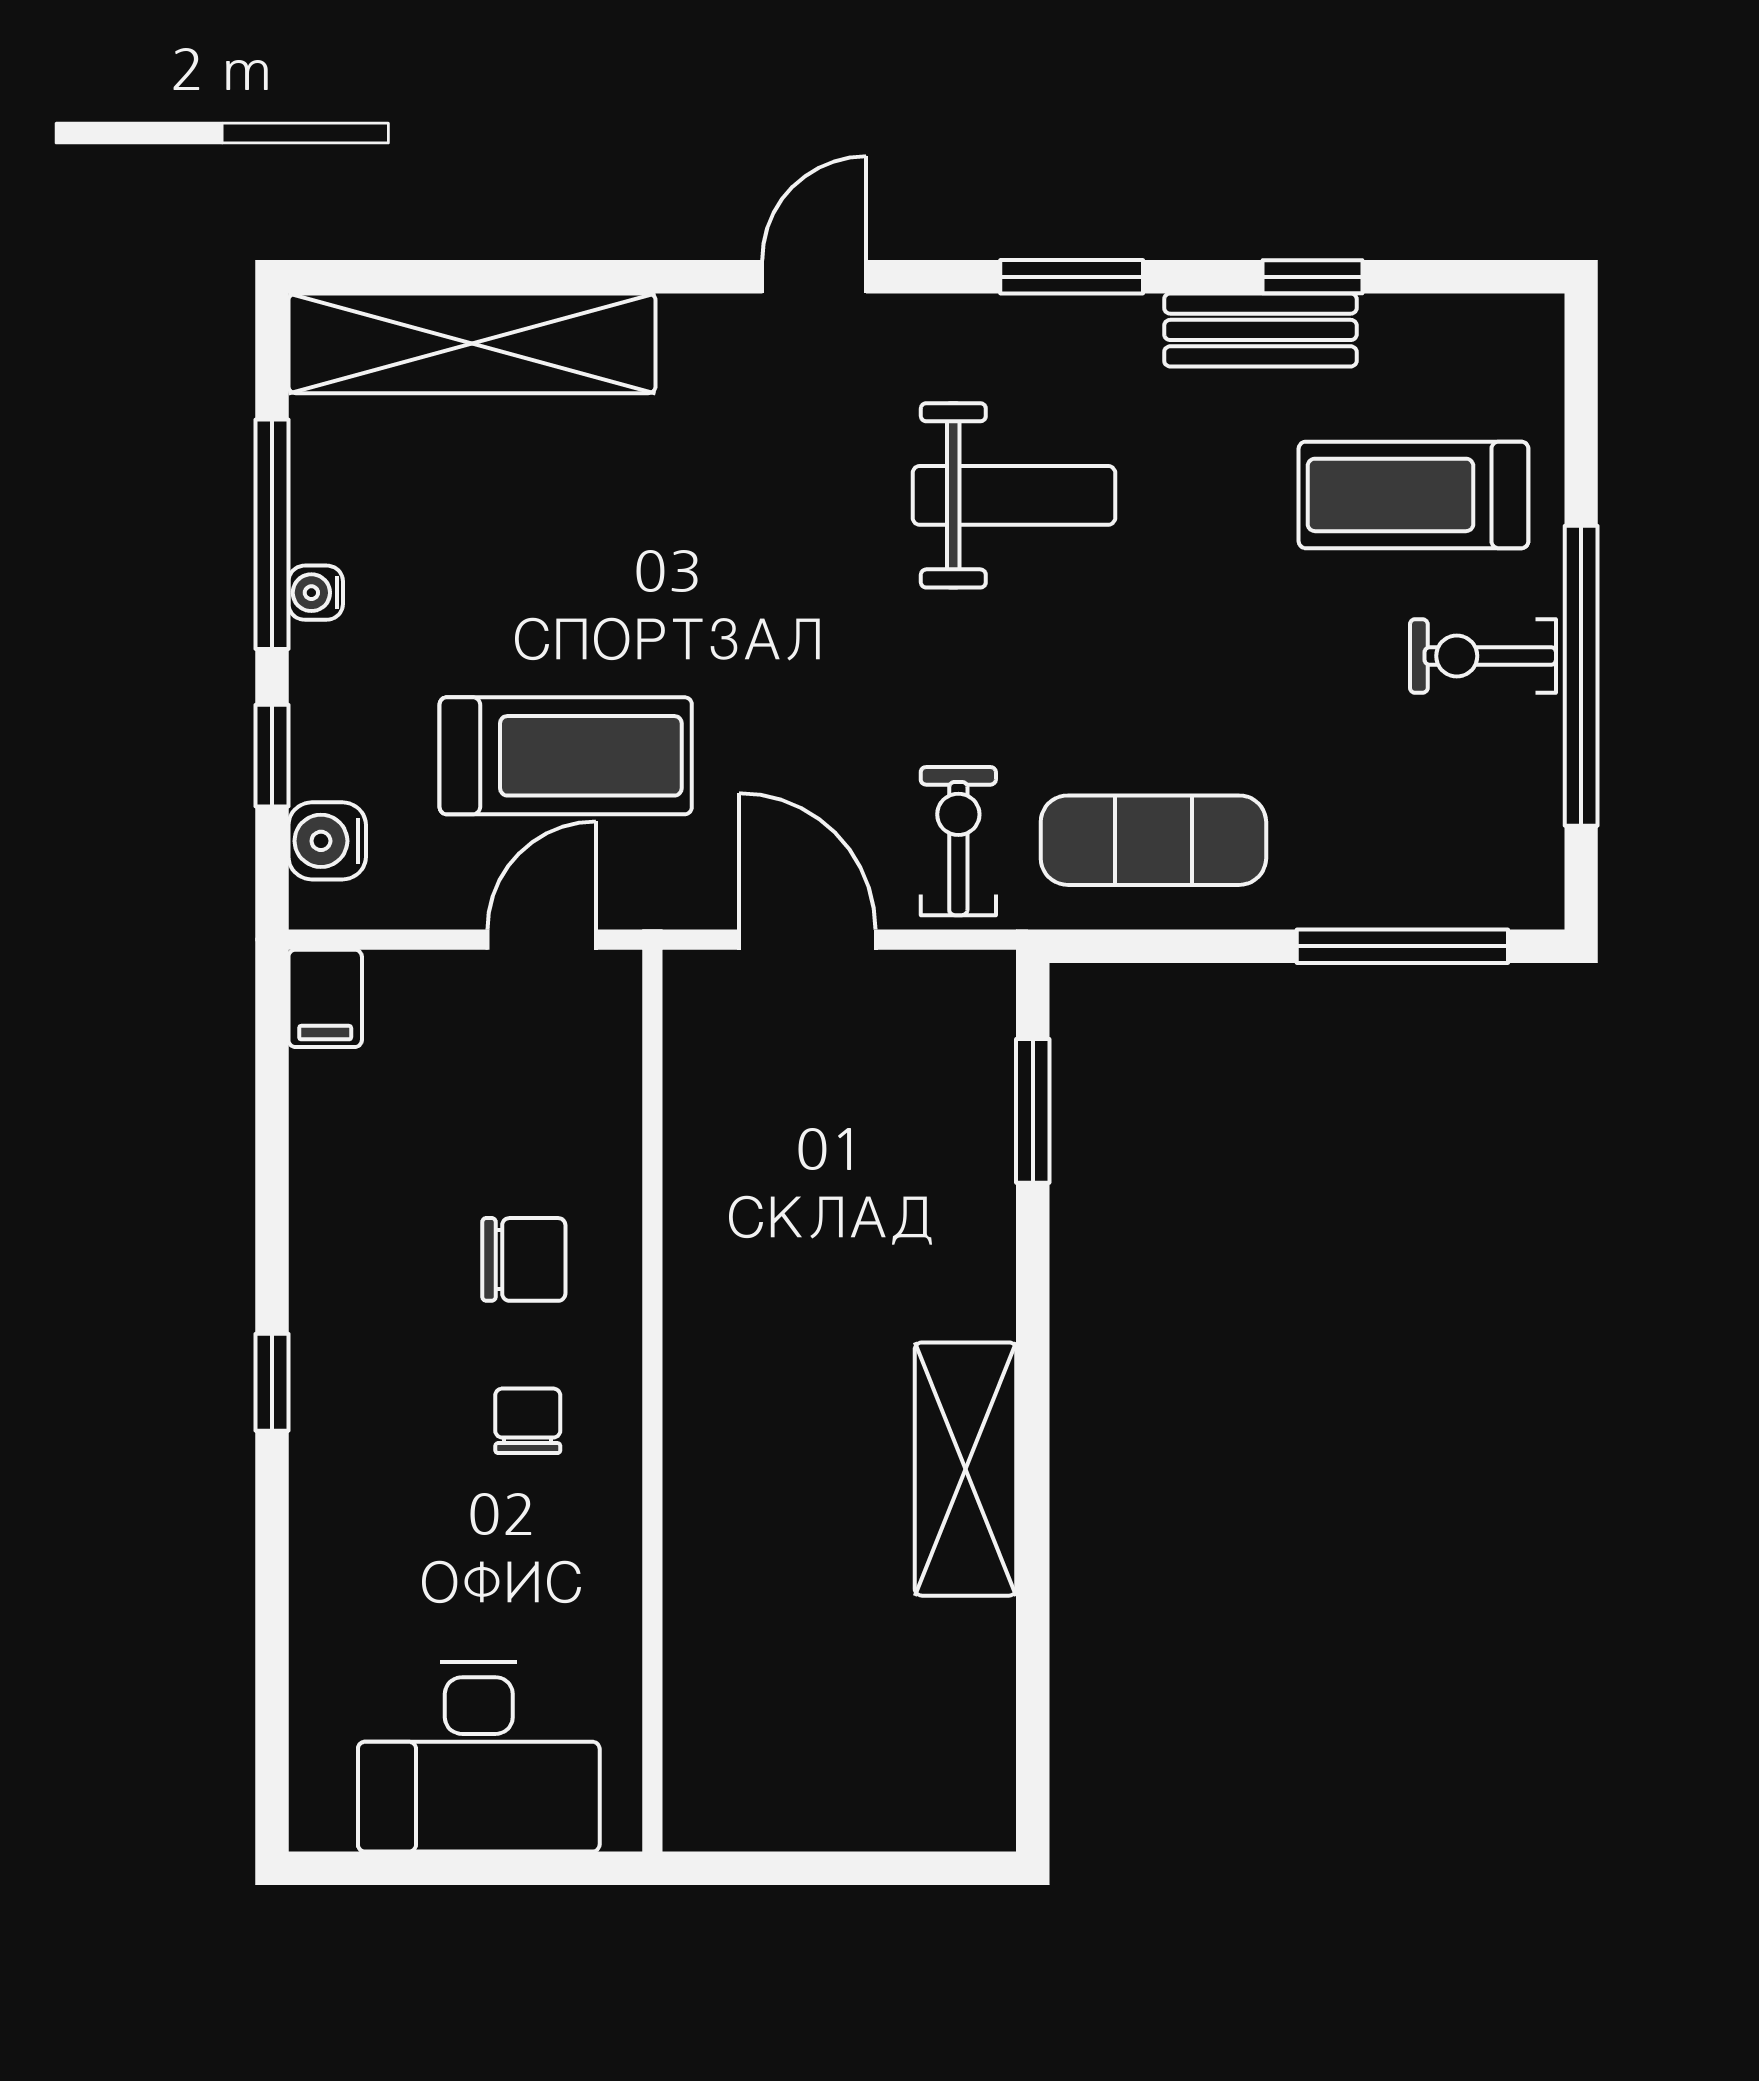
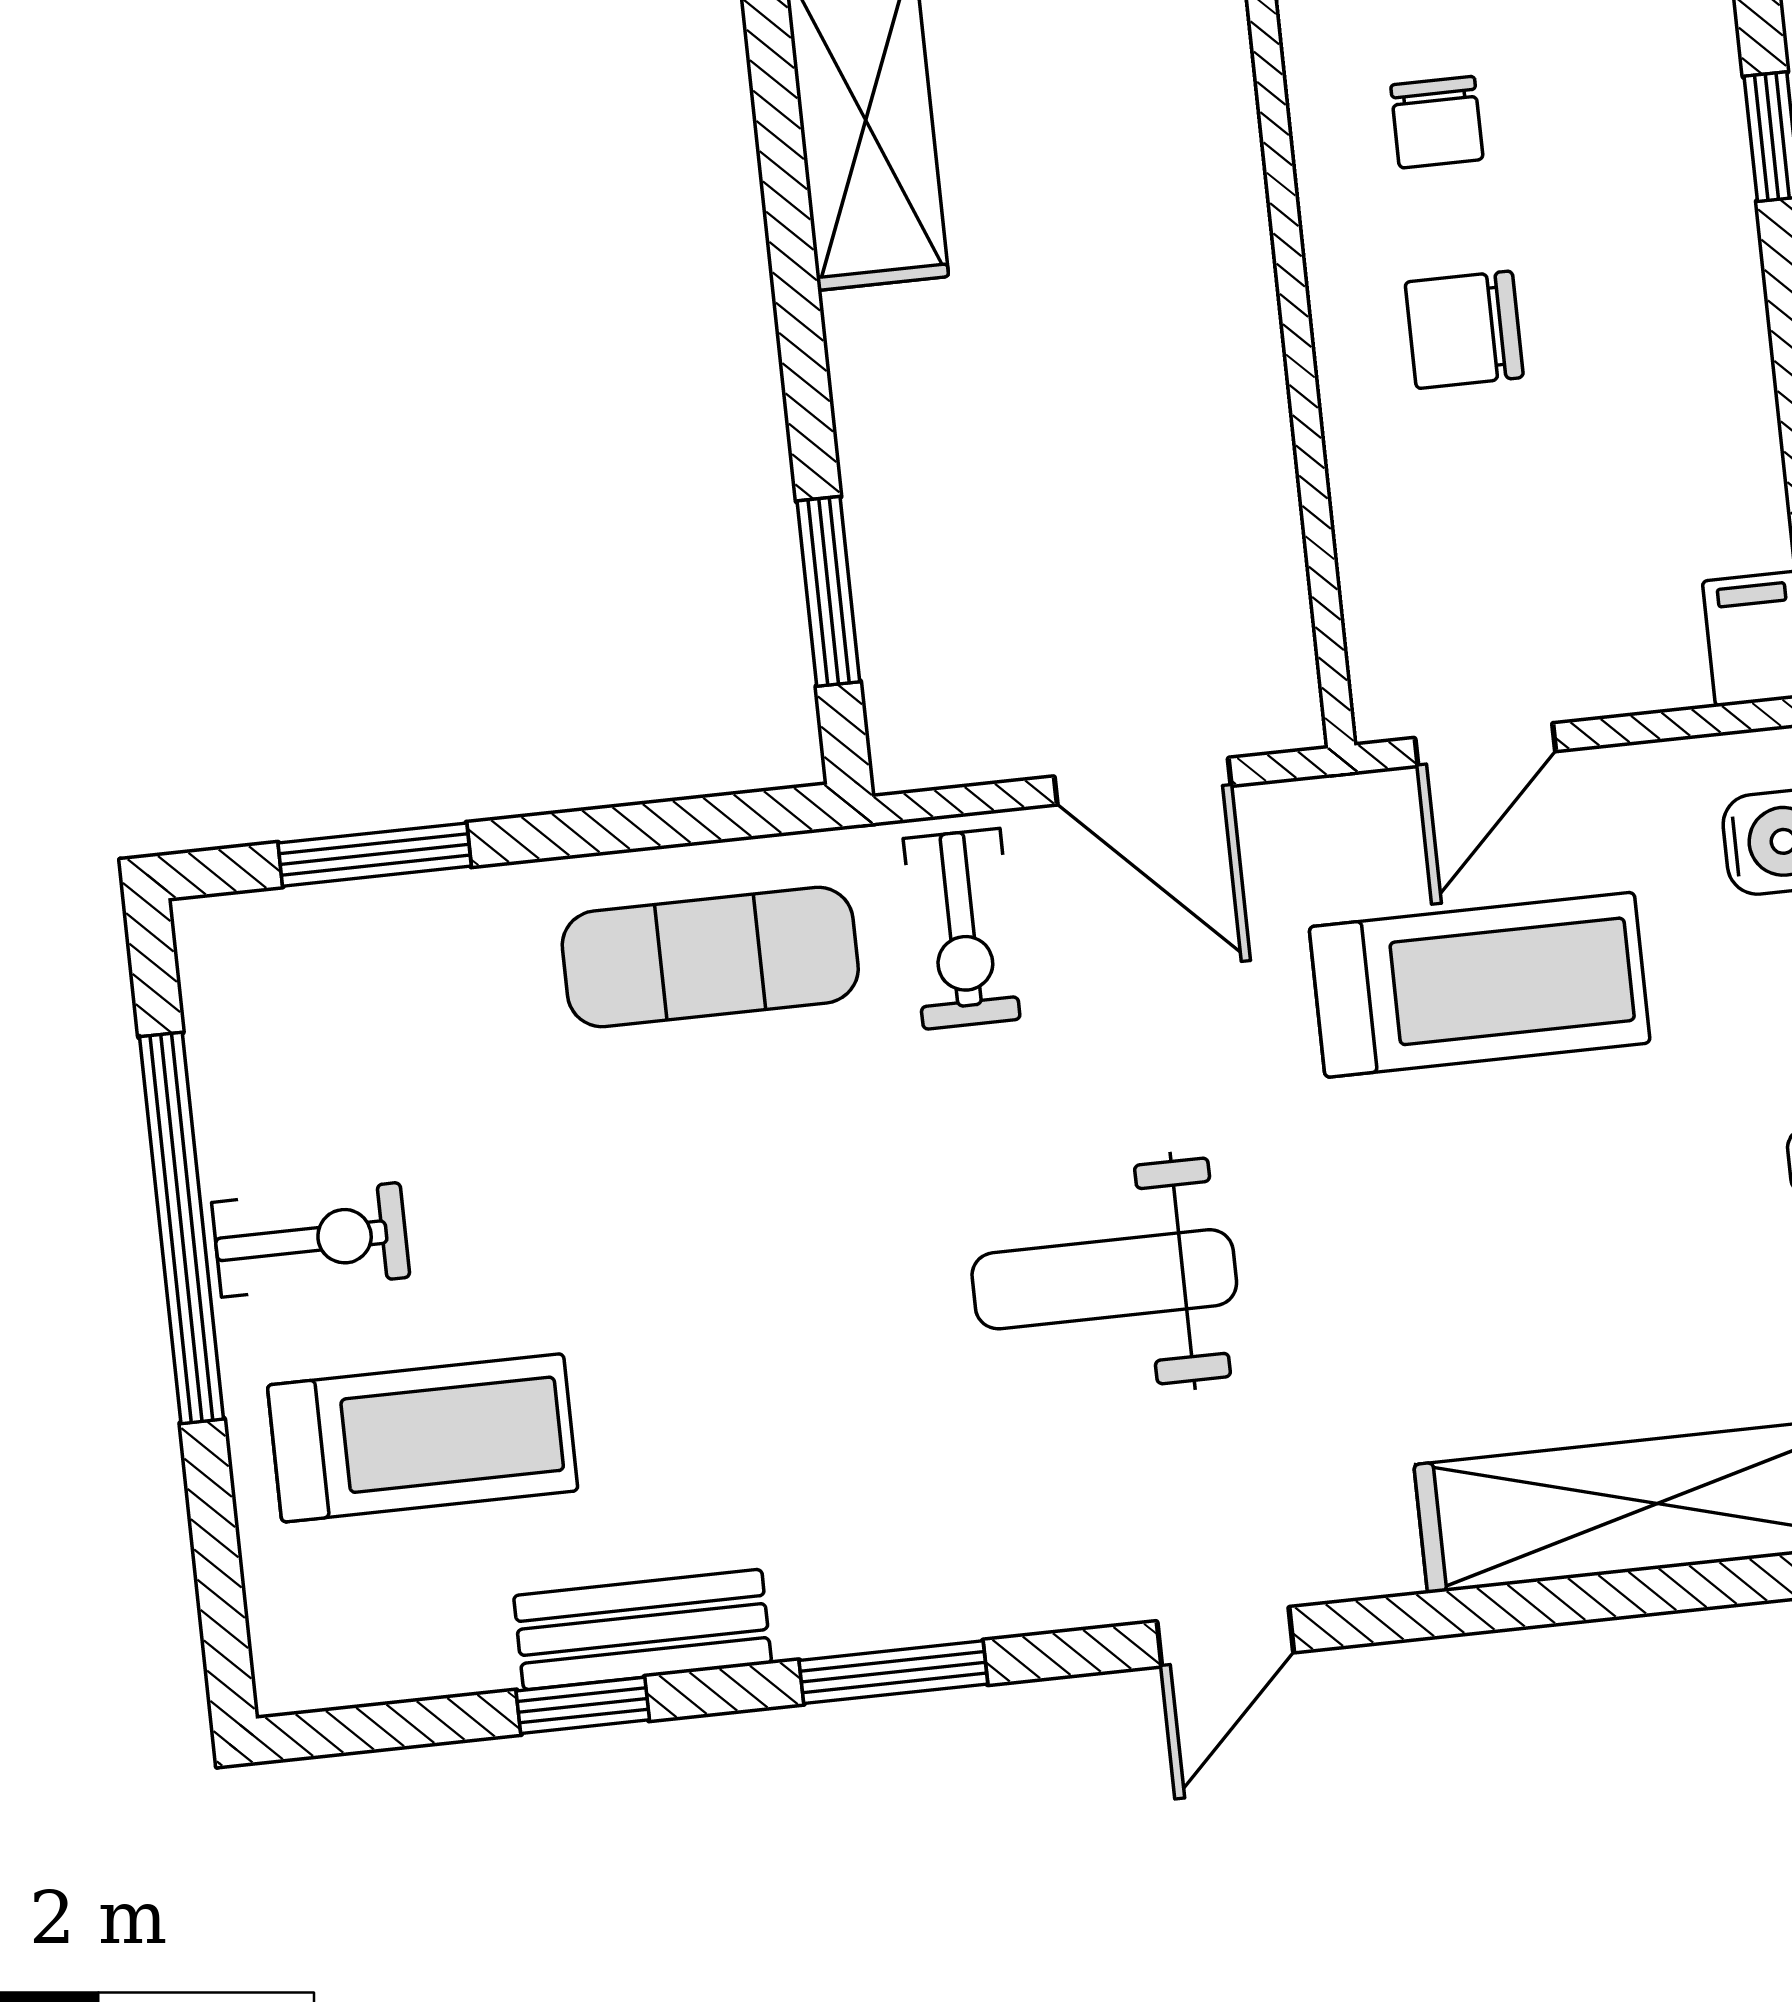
weight bench: (1014, 495) -> (1104, 1279), moved
treadmill: (566, 756) -> (1480, 985), turned 180
window: (1402, 946) -> (375, 855), width x0.69

